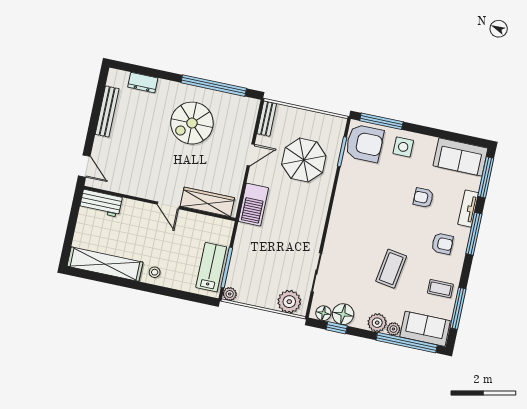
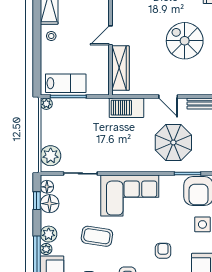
corner sofa: (353, 222) -> (130, 195), added

